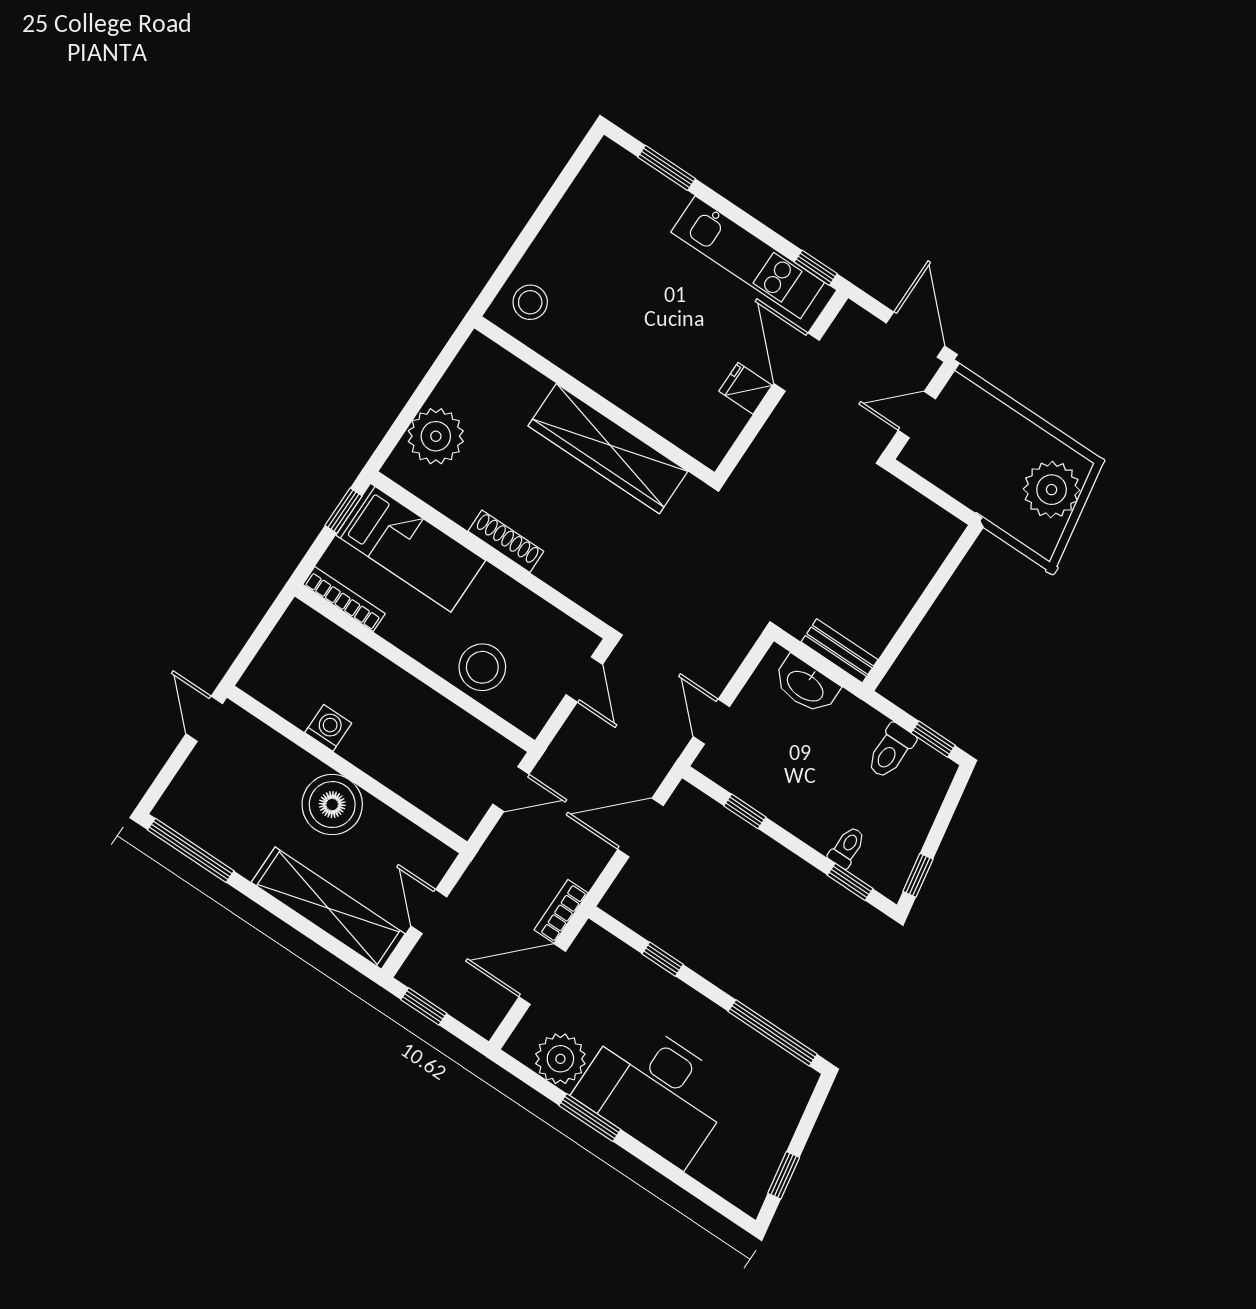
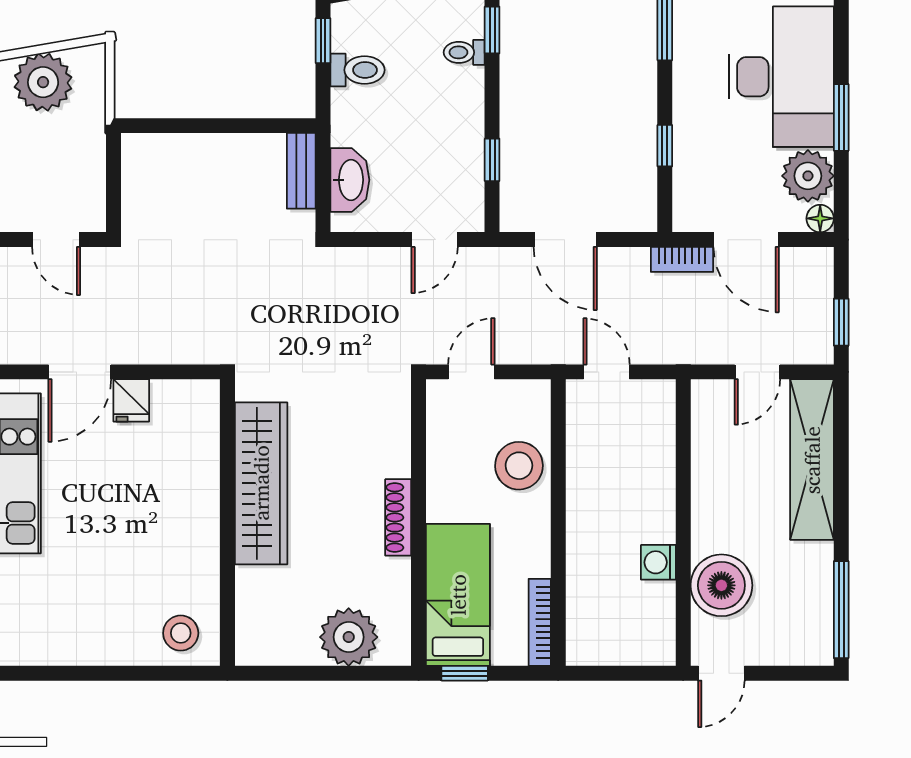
boiler: (332, 805) -> (721, 585), moved
floor lamp: (519, 1046) -> (820, 218), added

